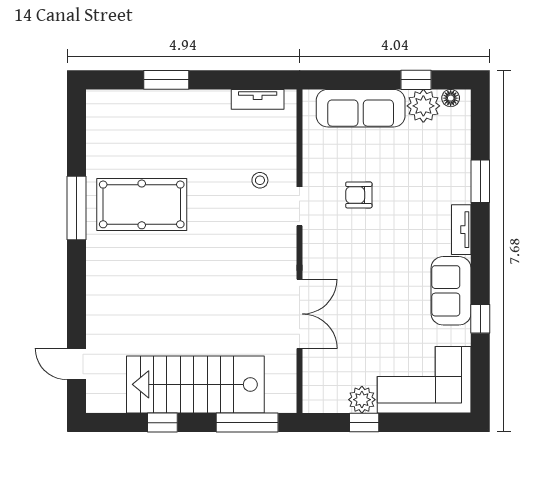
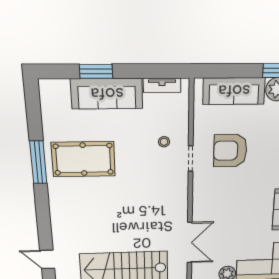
sofa: (180, 110) -> (107, 94), added
armchair: (359, 195) -> (230, 151), width x1.88, depth x1.88
double door: (300, 314) -> (190, 243), moved

